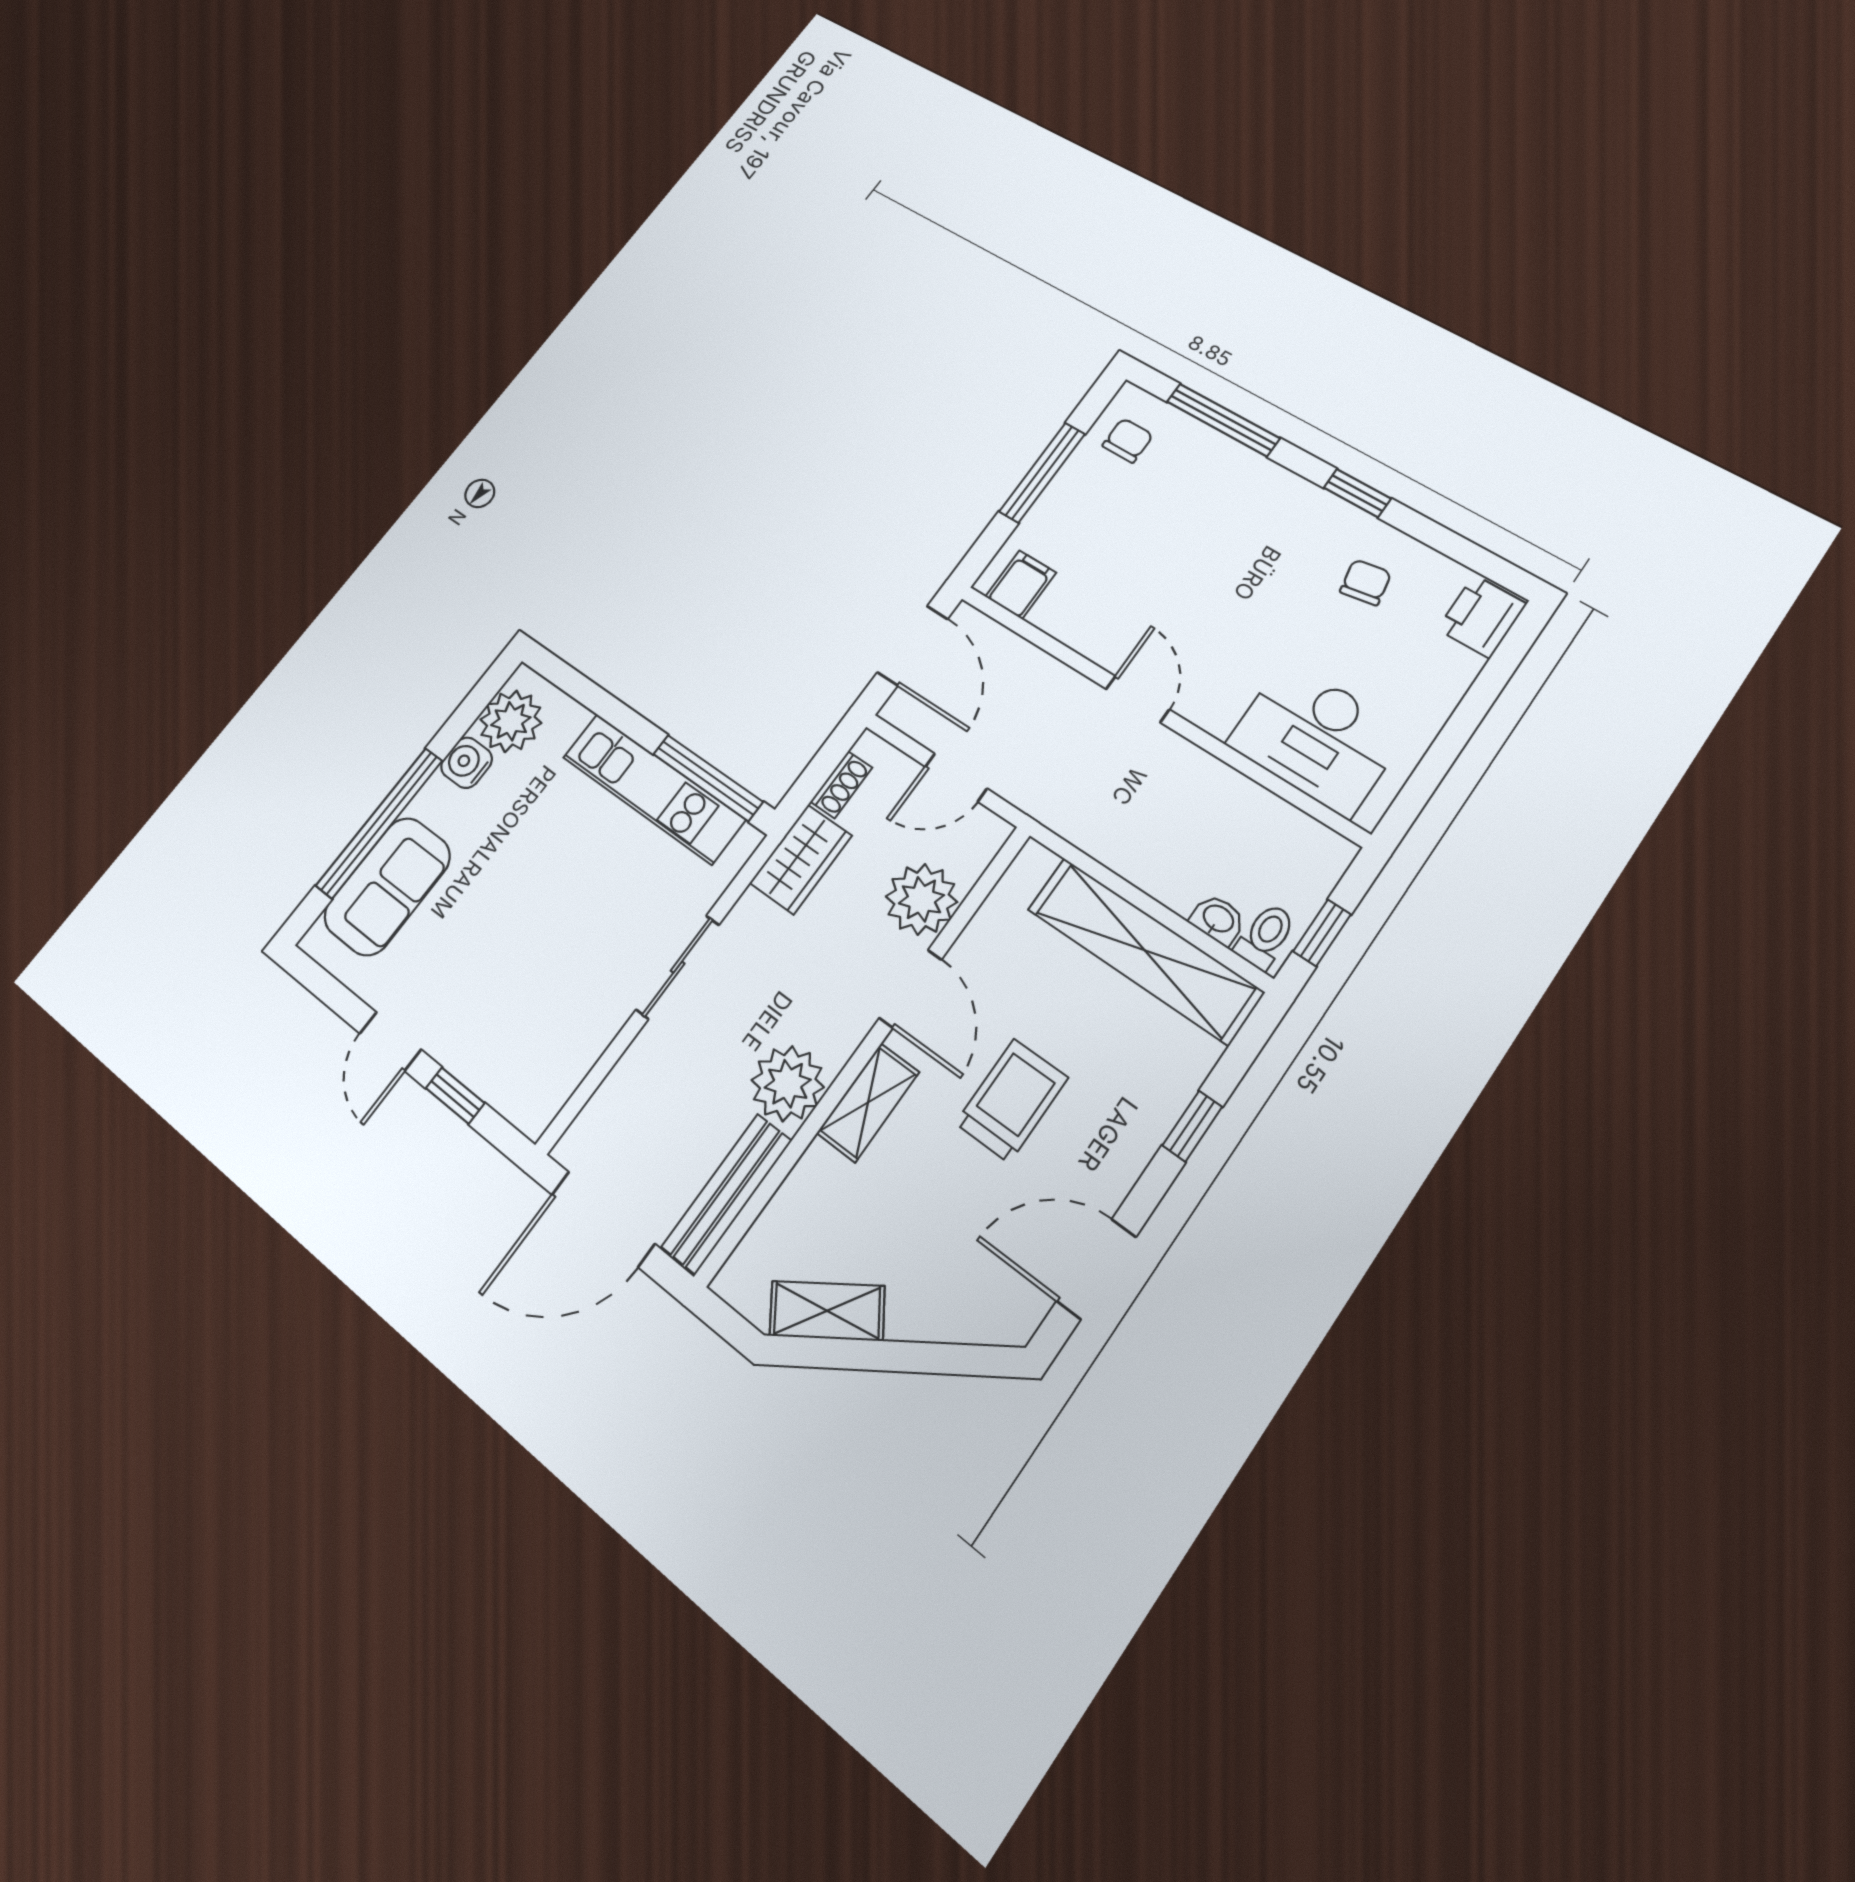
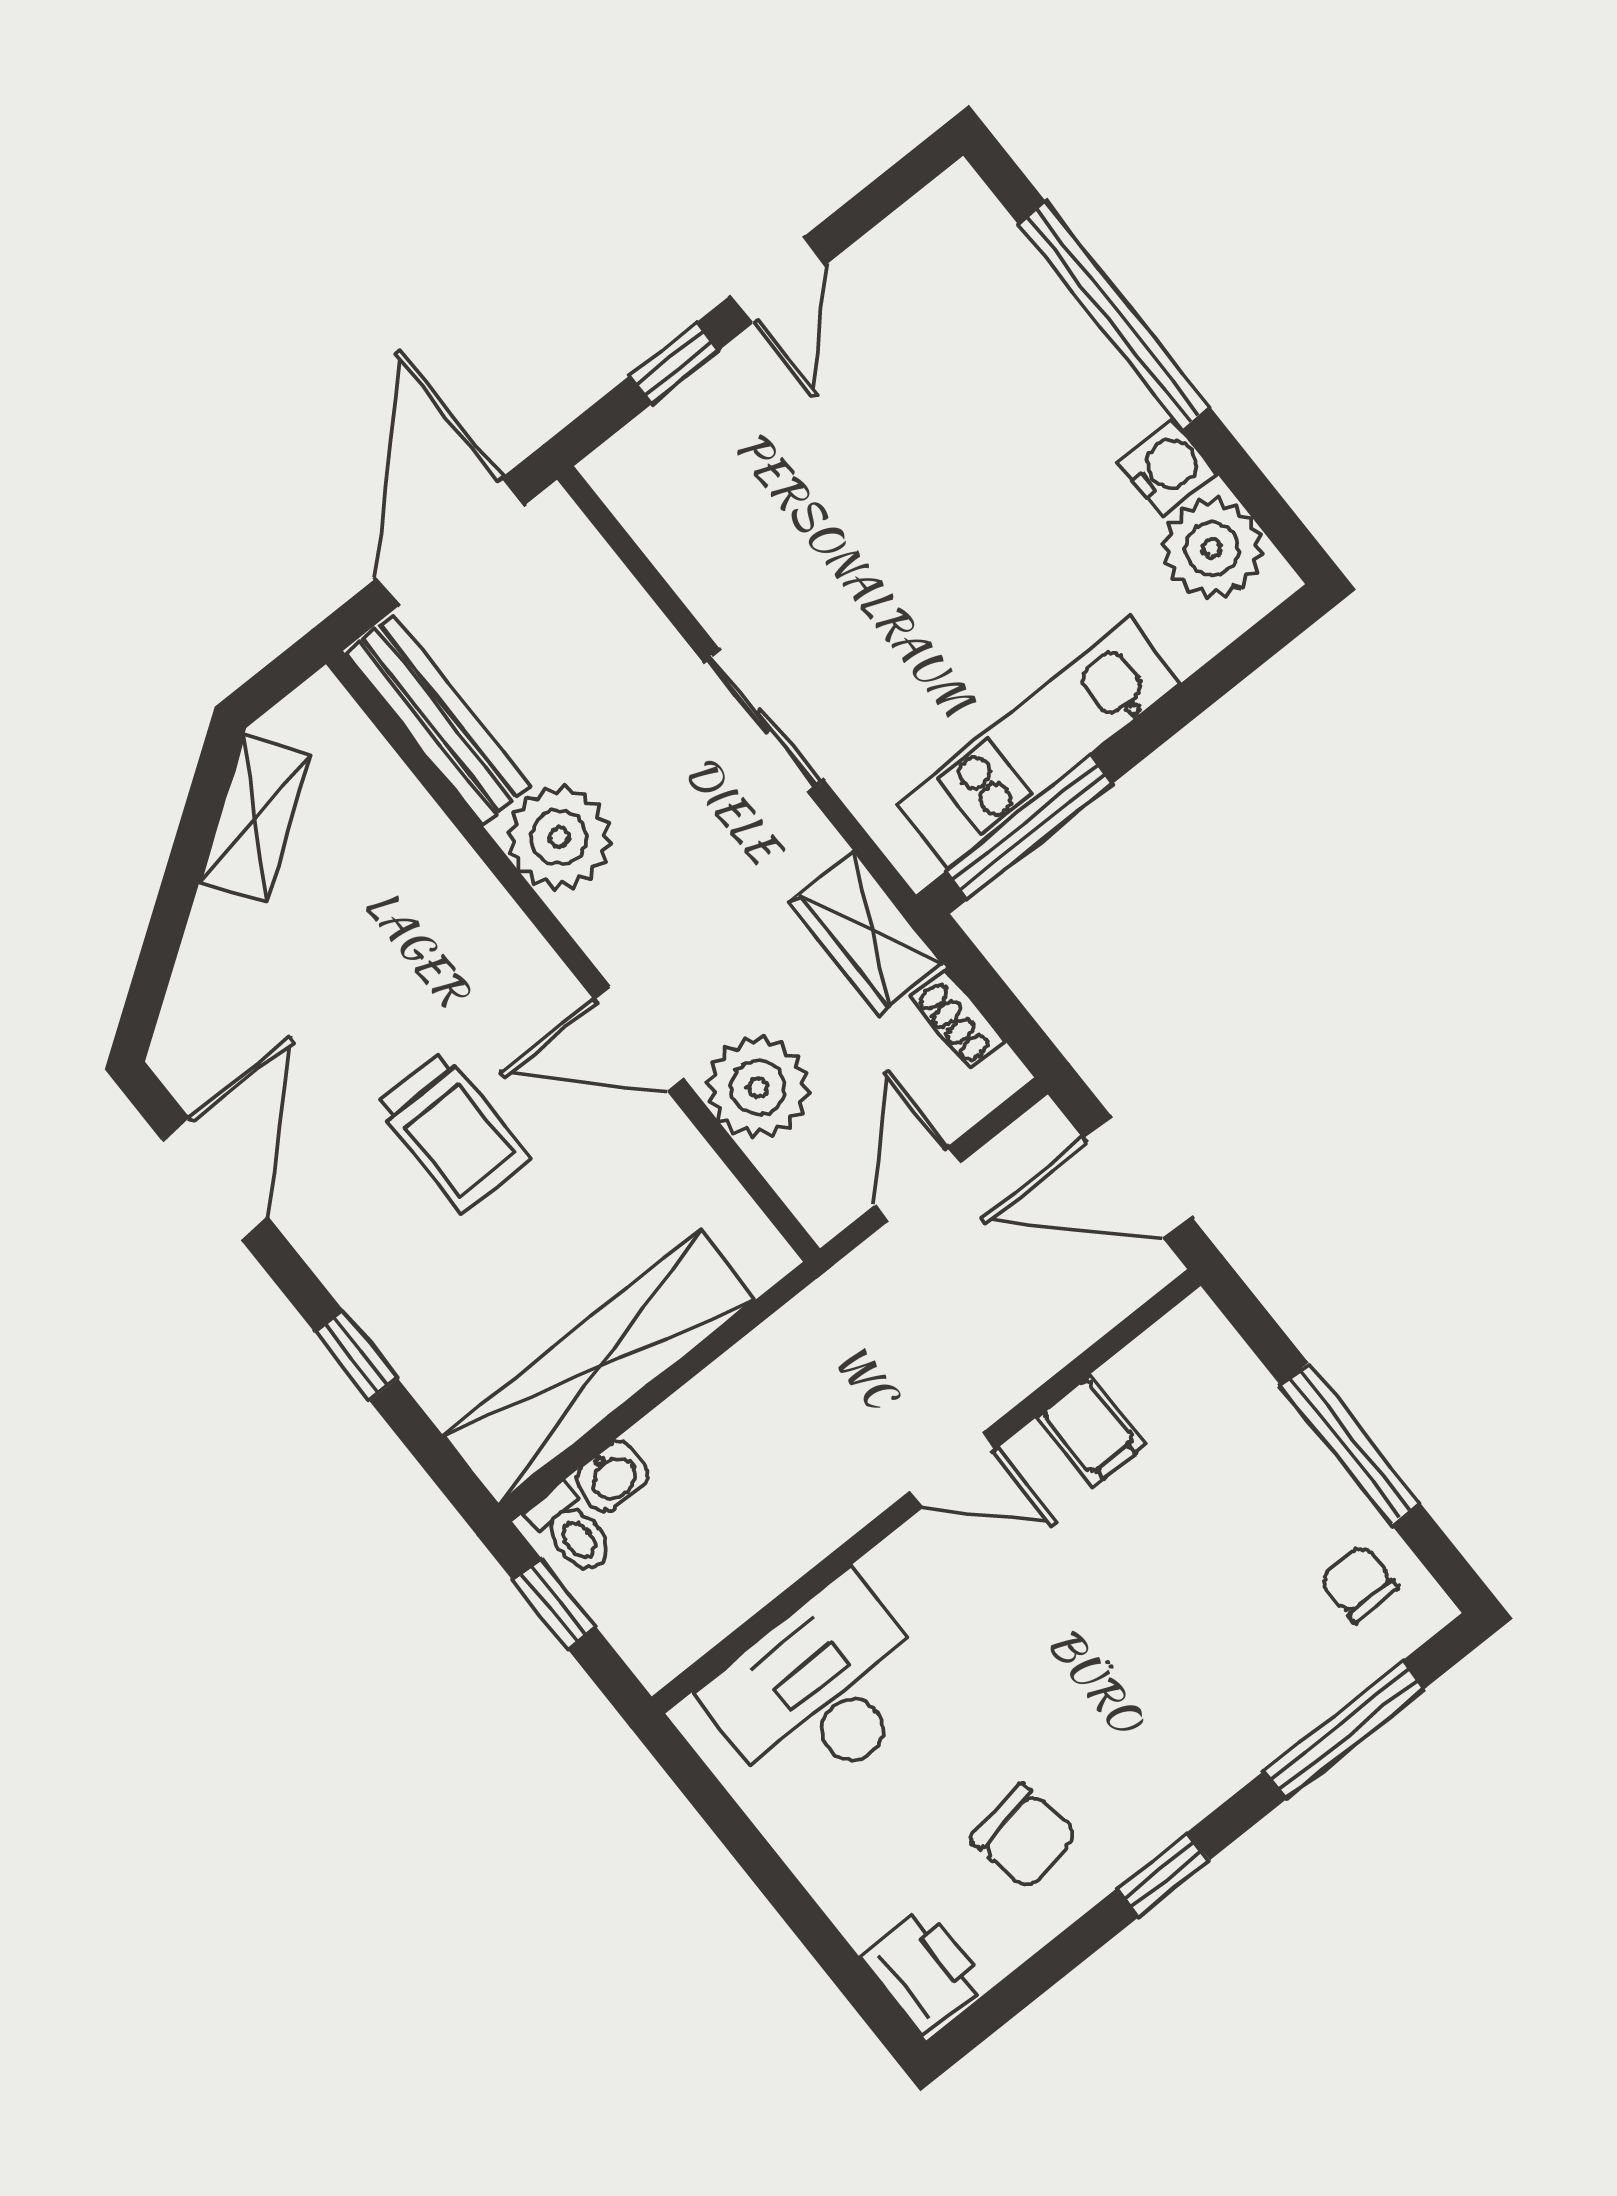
chair: (1128, 440) -> (1359, 1583), turned 180
chair: (1366, 582) -> (1025, 1836), width x1.37, depth x1.37
filing cabinet: (1021, 585) -> (1092, 1431), moved
sofa: (387, 886) -> (1011, 312), removed
door: (390, 1041) -> (778, 280), swing flipped
shelving: (868, 1103) -> (503, 941), removed

